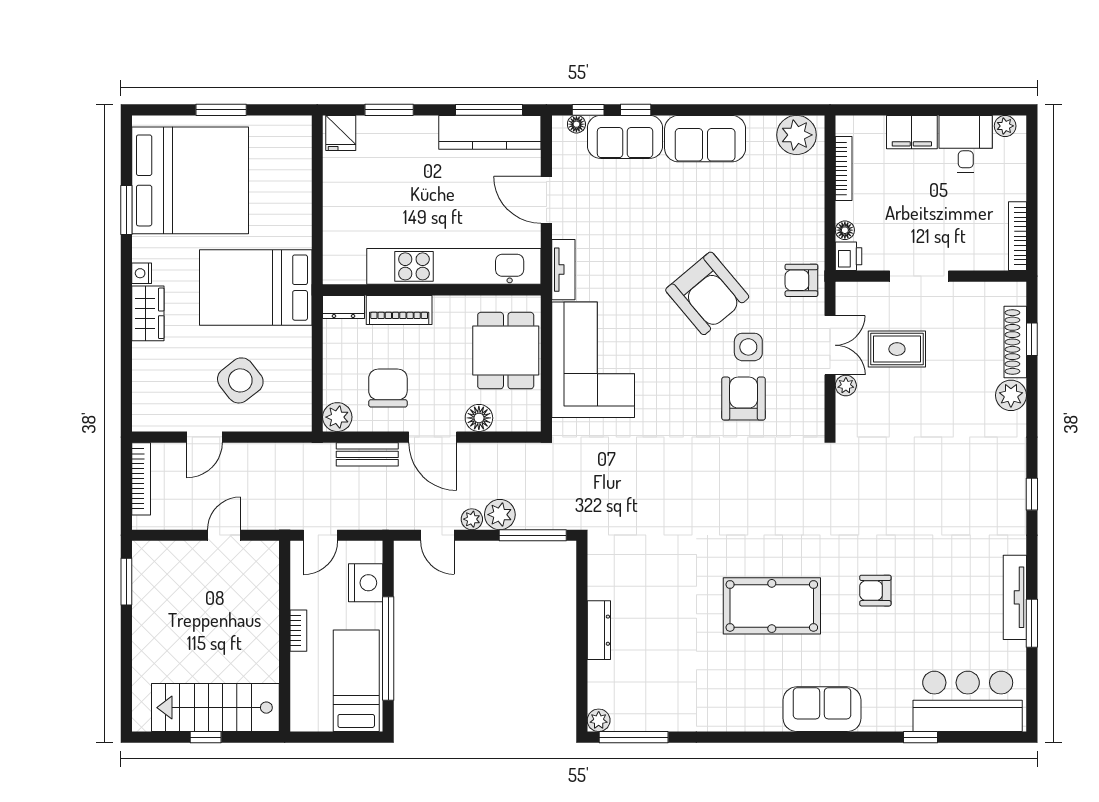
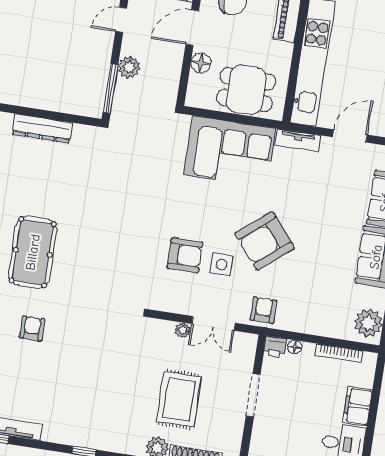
rug: (897, 349) -> (179, 399), moved, width x1.36, depth x1.43
plant: (472, 519) -> (129, 46), removed
dresser: (599, 630) -> (42, 128), width x1.37, depth x1.24

